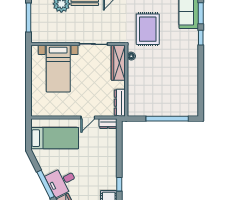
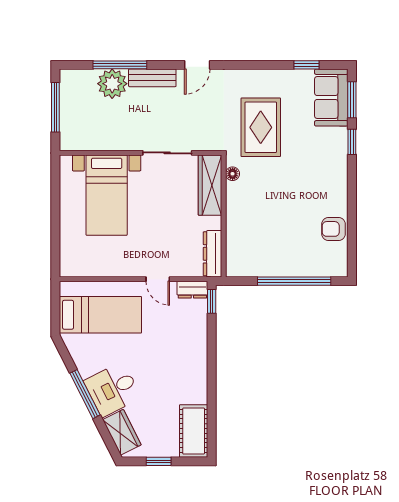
armchair: (190, 88) -> (334, 229), added
door: (88, 117) -> (158, 279), hinge flipped
window: (119, 184) -> (212, 301), moved

